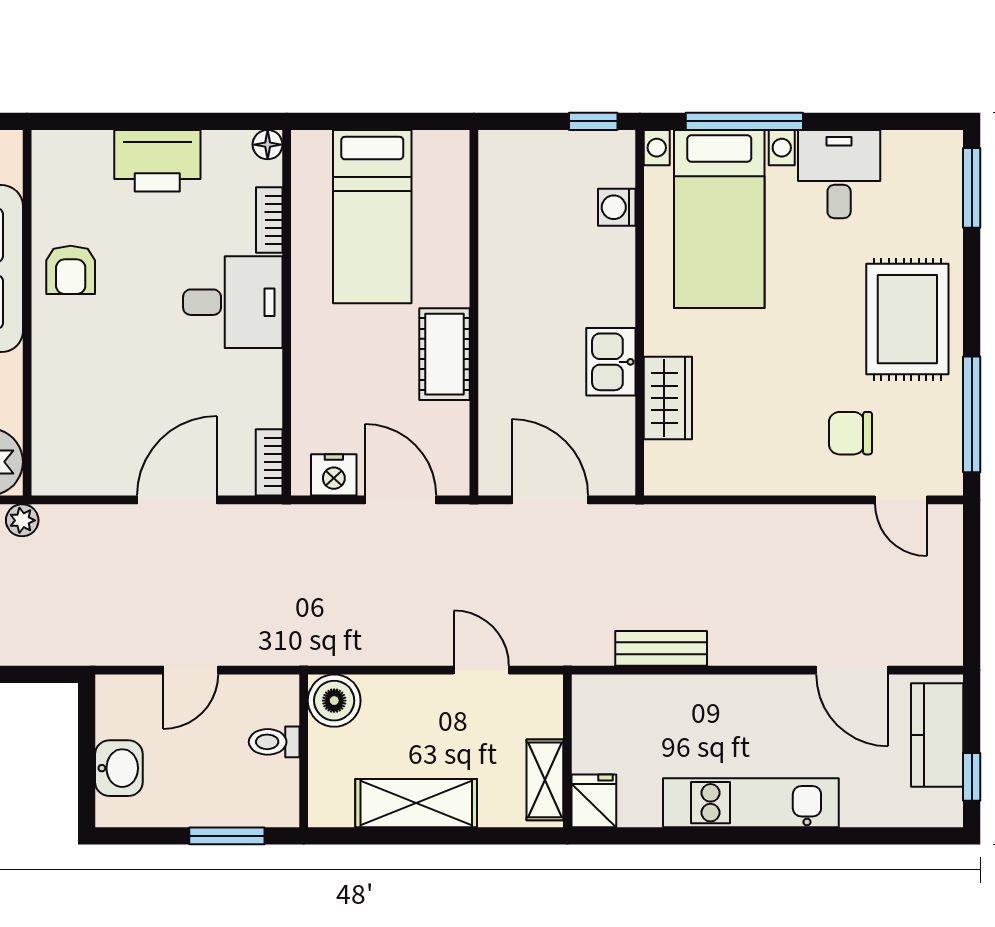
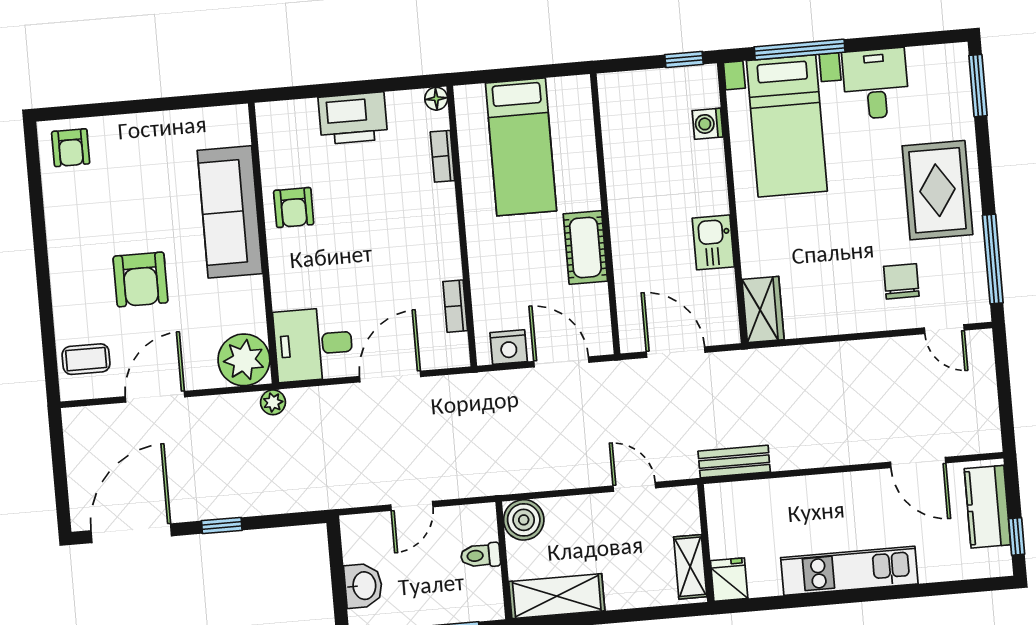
desk: (233, 302) -> (313, 344), moved, turned 180
wardrobe: (668, 398) -> (763, 309), moved
chair: (850, 433) -> (901, 281), turned 90
bookcase: (269, 462) -> (455, 306), moved
bench: (661, 648) -> (734, 462), moved
shelving: (416, 803) -> (557, 596), moved

